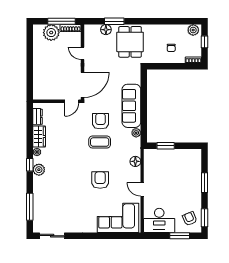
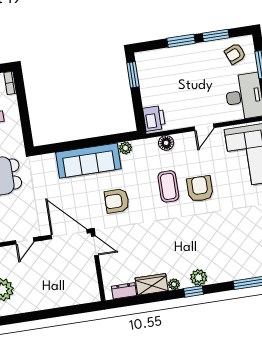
coffee table: (100, 142) -> (168, 186), moved
window: (166, 146) -> (133, 75), moved
printer: (154, 156) -> (154, 118), added
armchair: (100, 180) -> (200, 189), turned 90
window: (204, 218) -> (216, 35), moved

